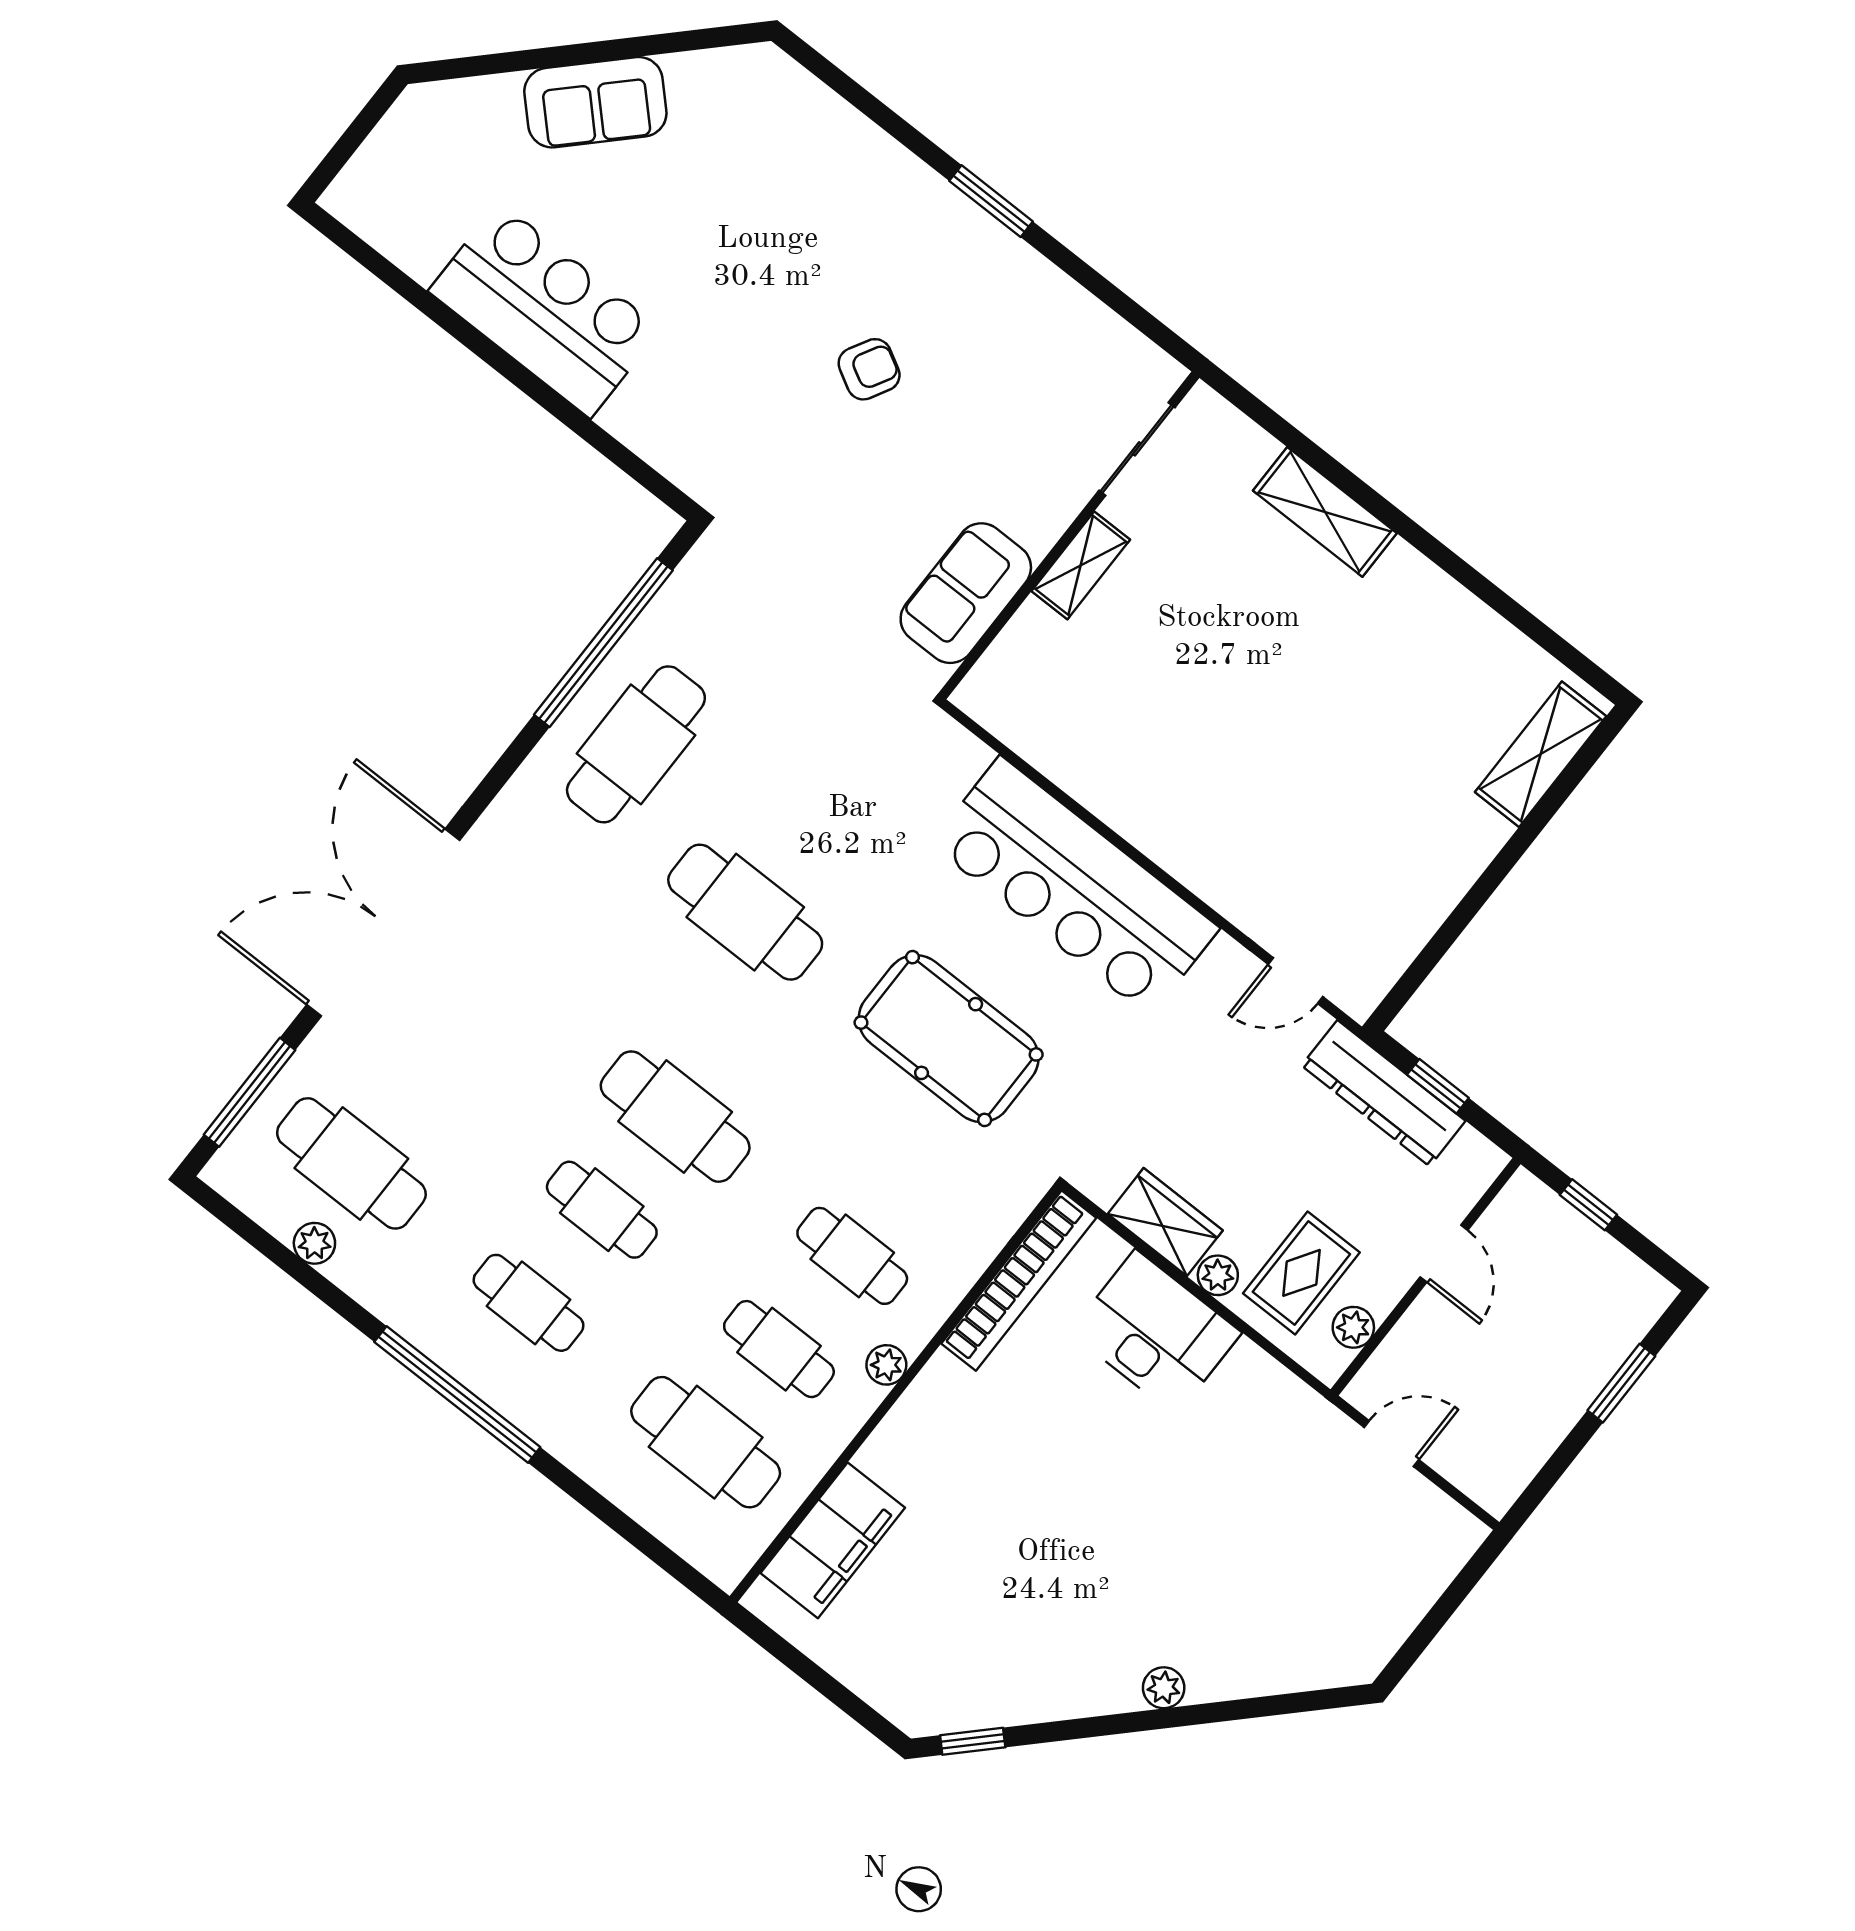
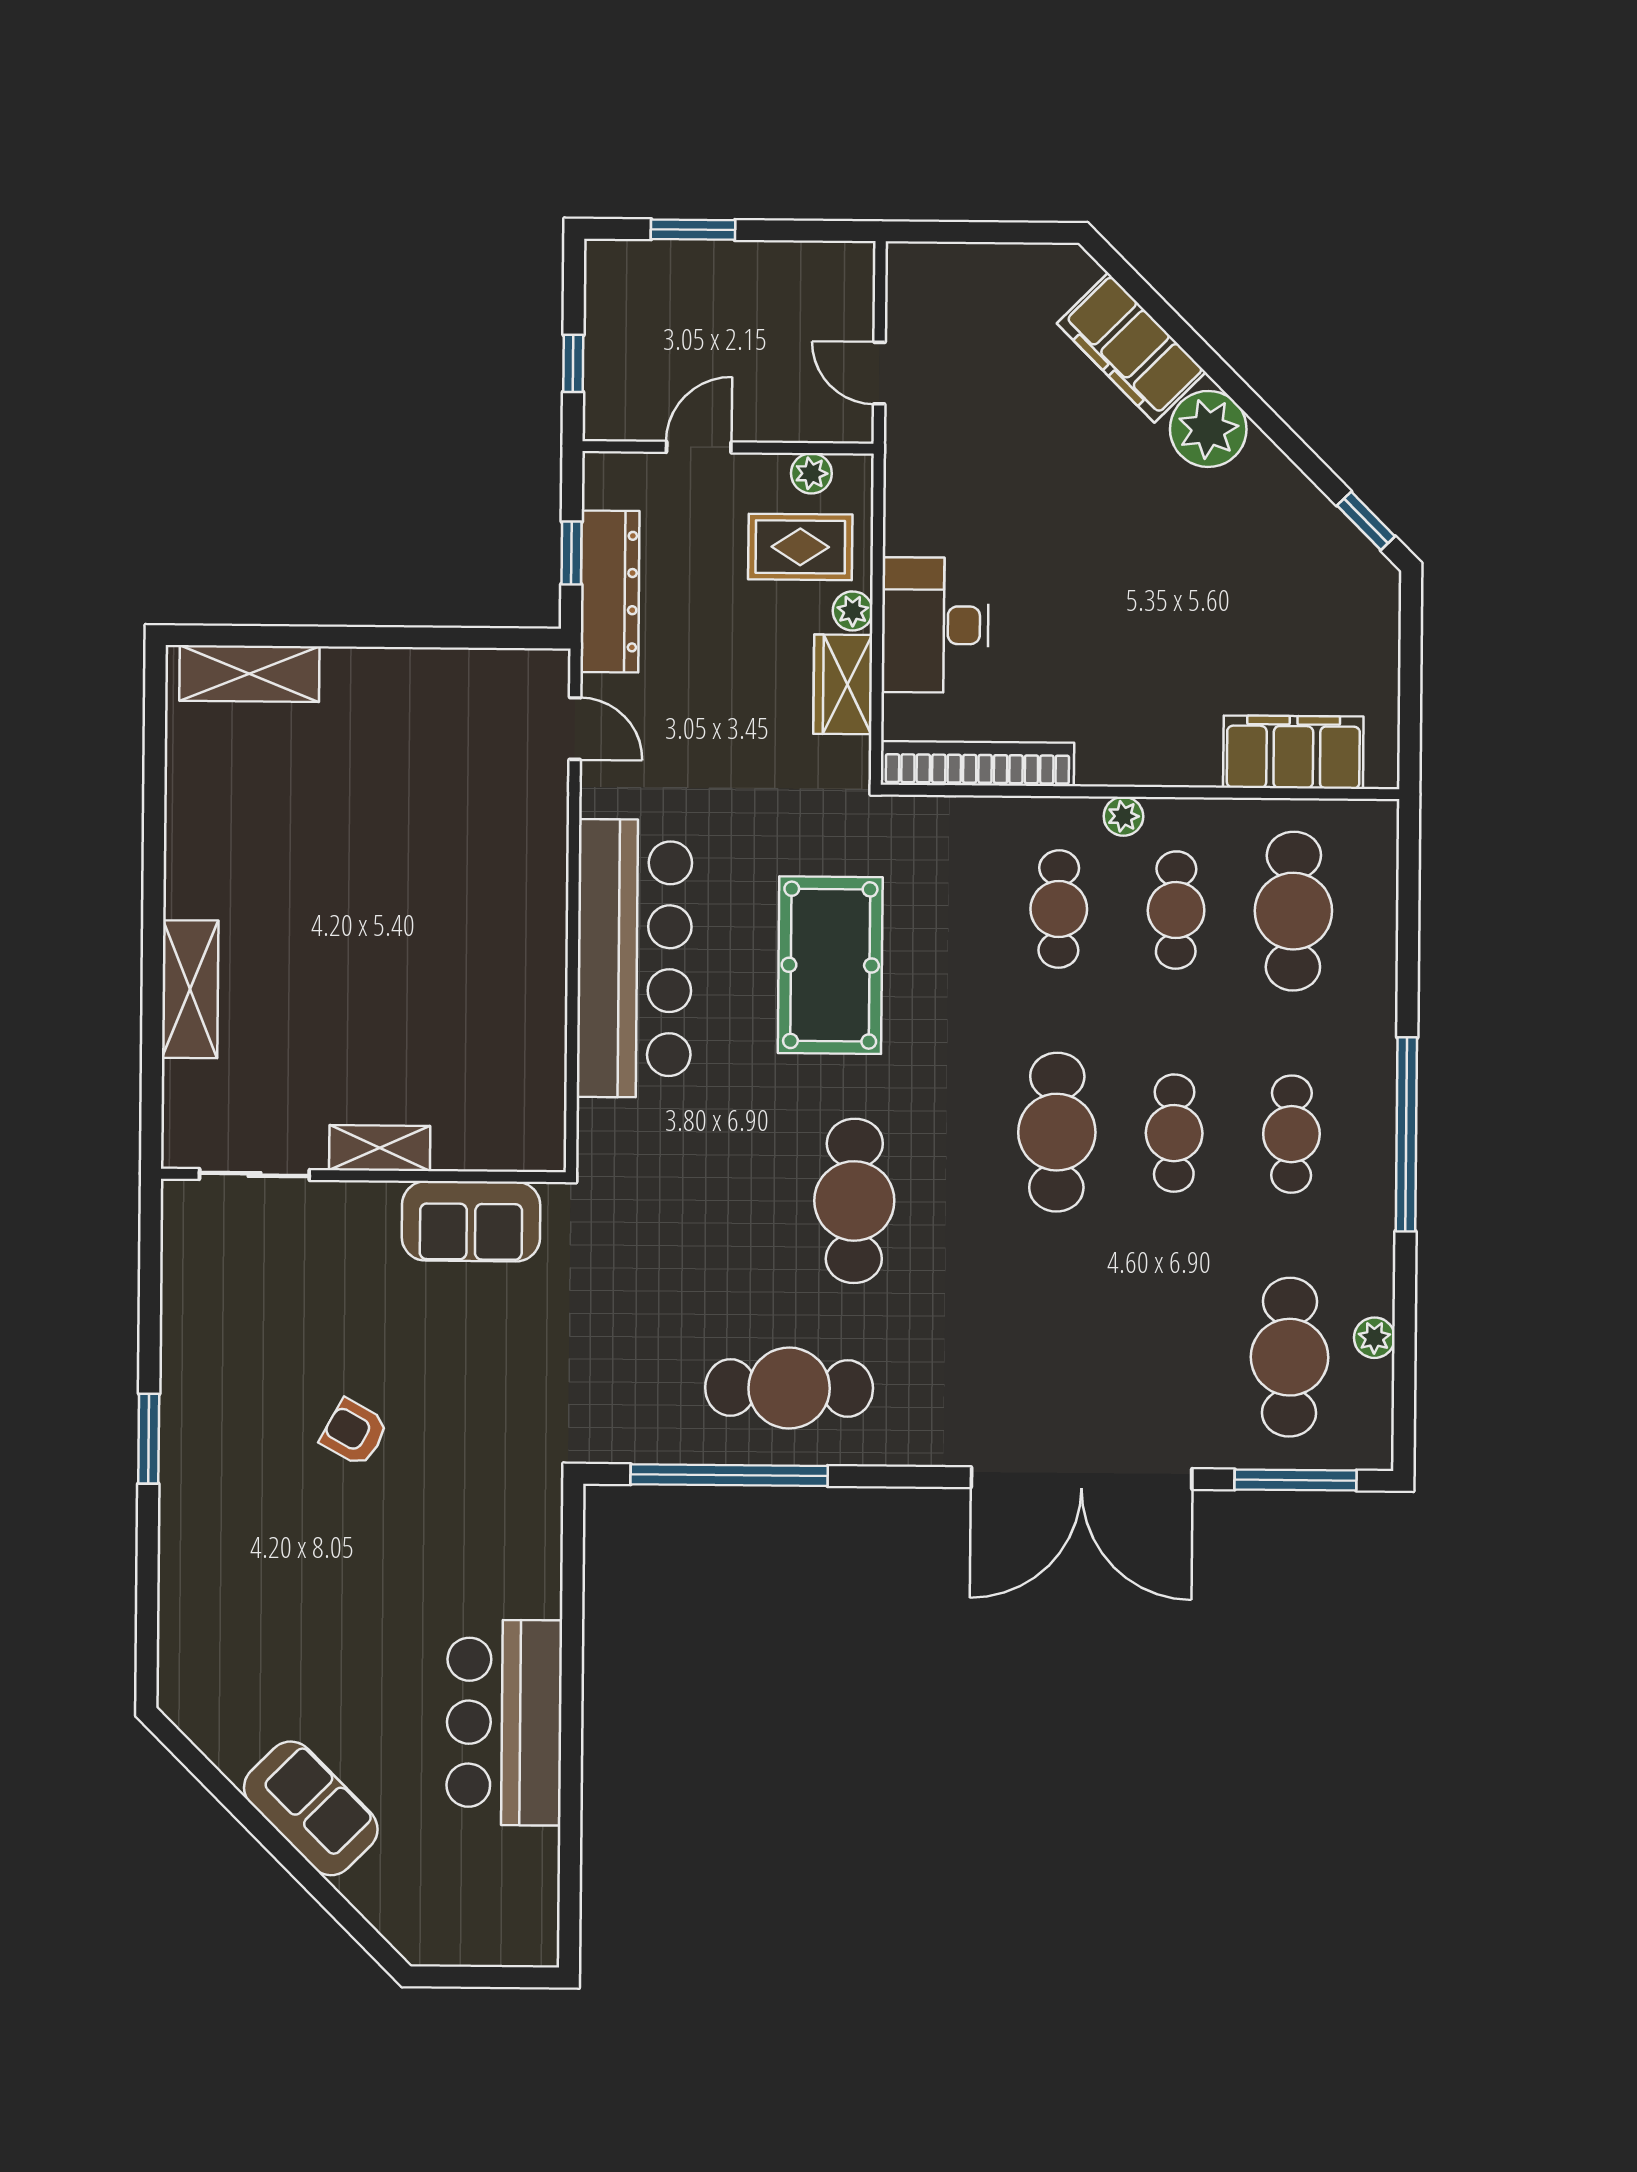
filing cabinet: (1256, 1661) -> (1131, 348), added
plant: (1164, 1688) -> (1208, 429), width x1.88, depth x1.88

